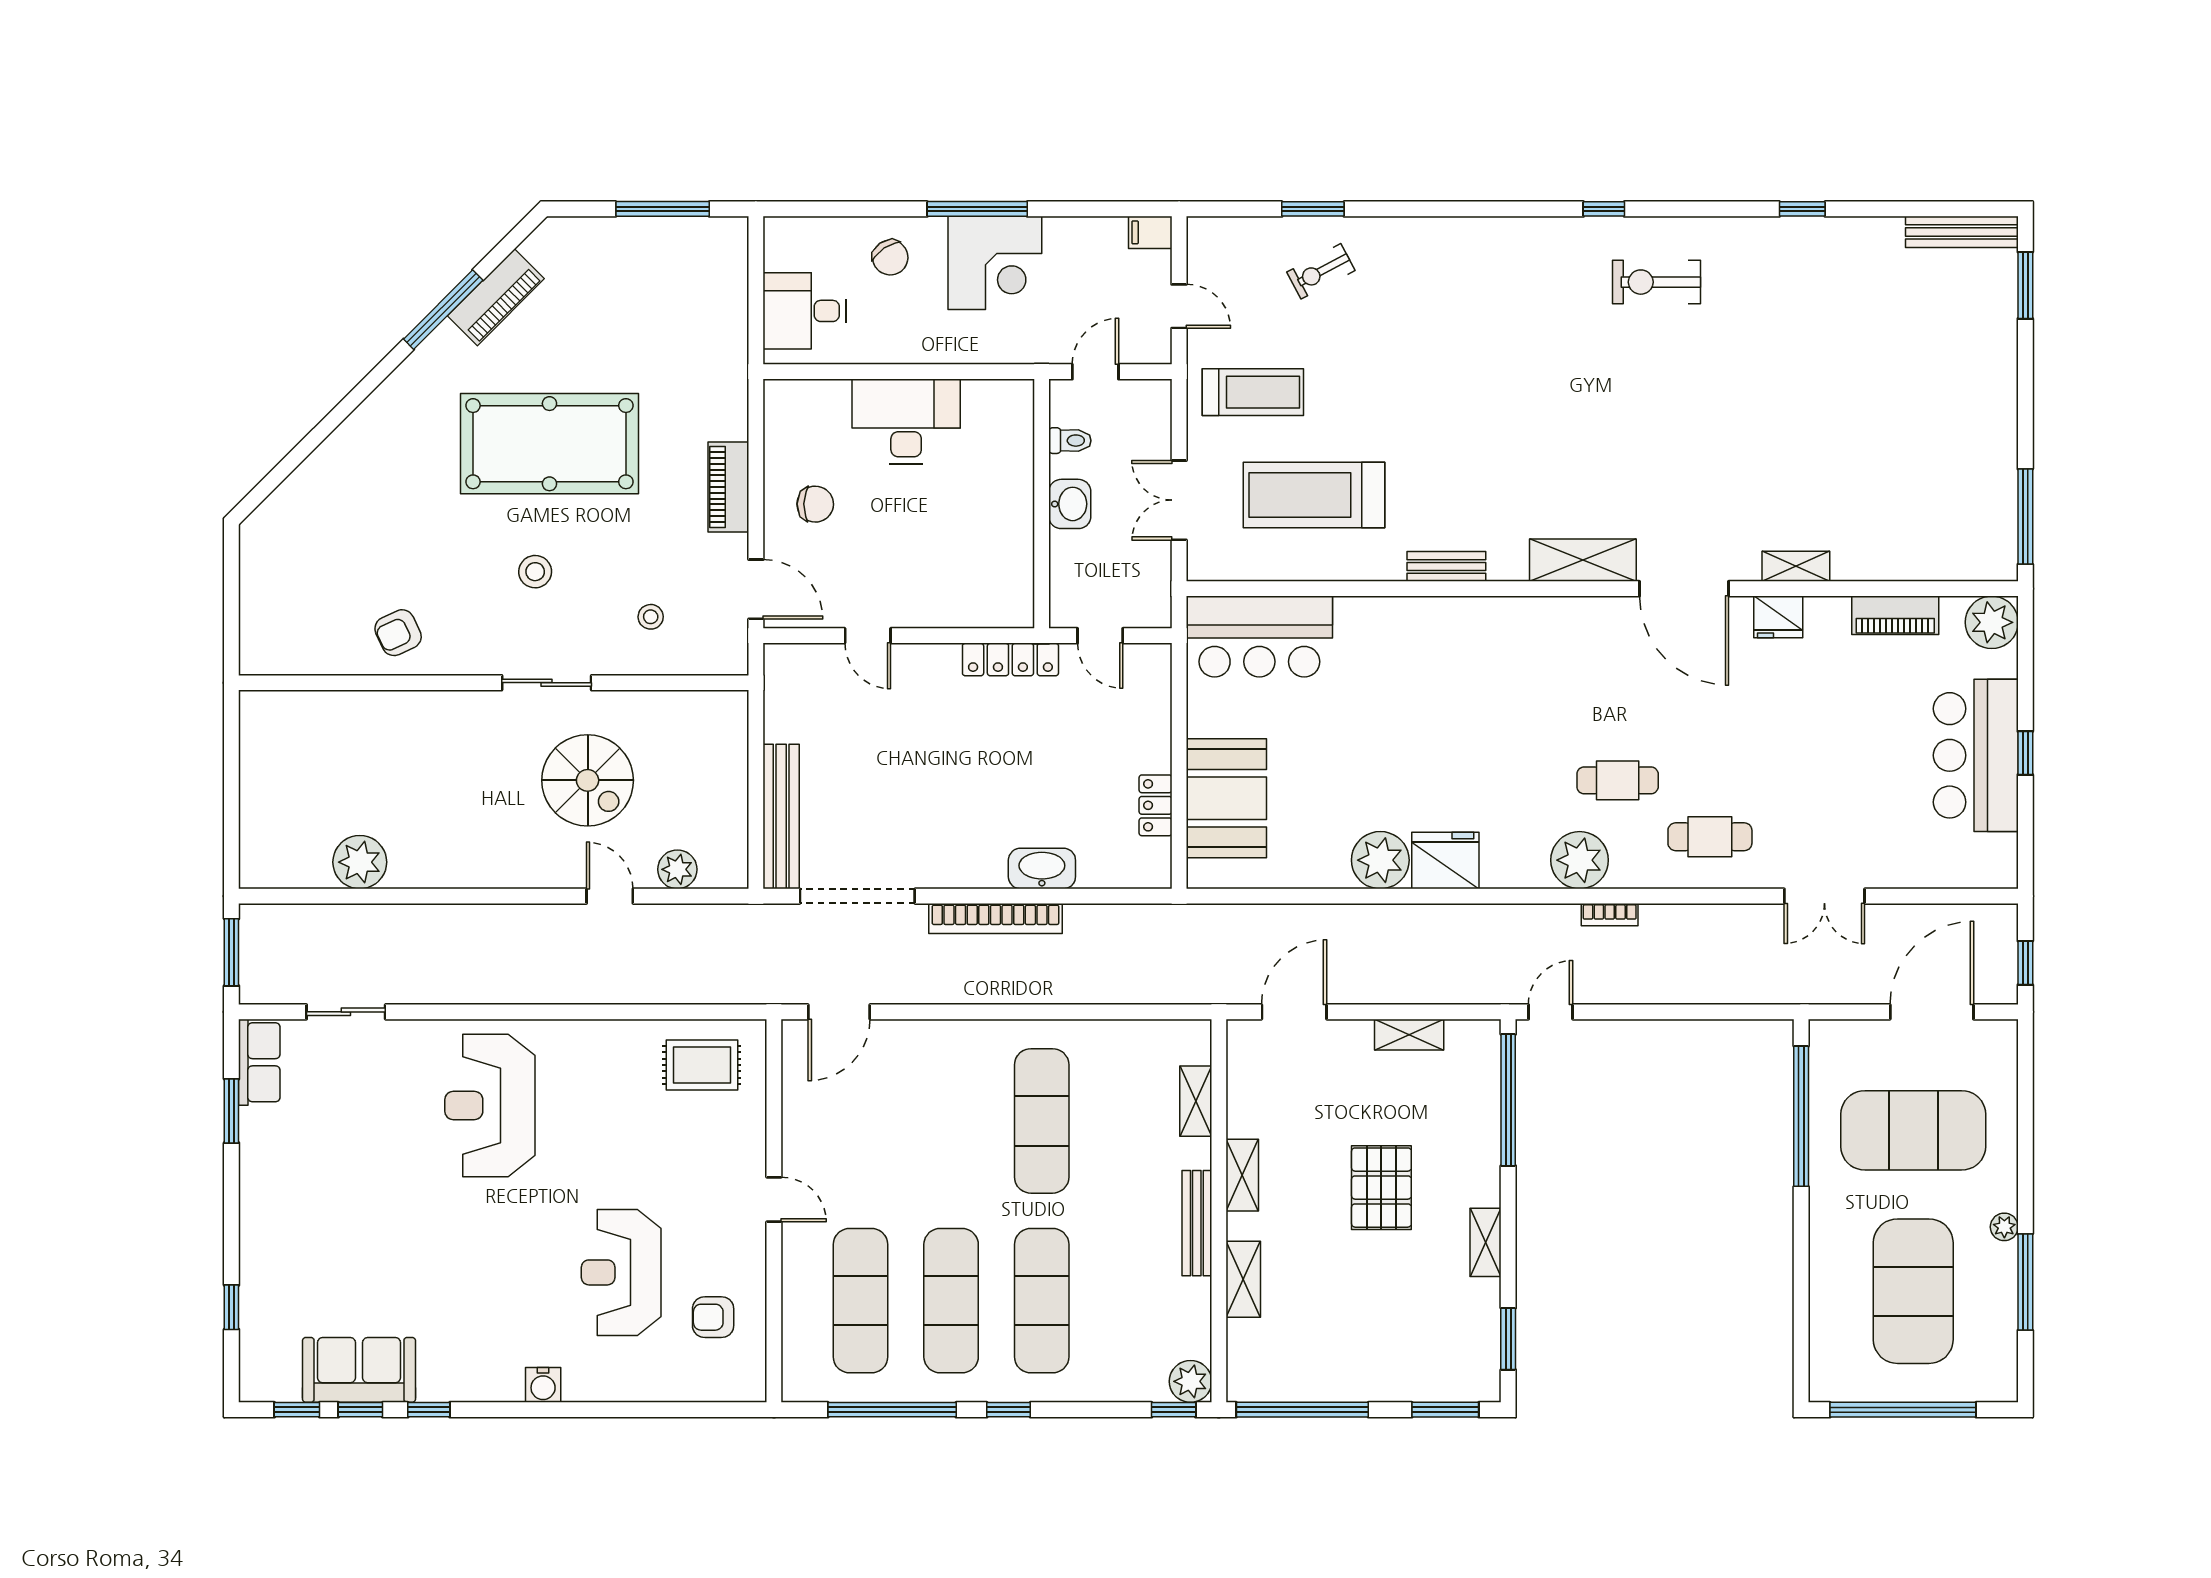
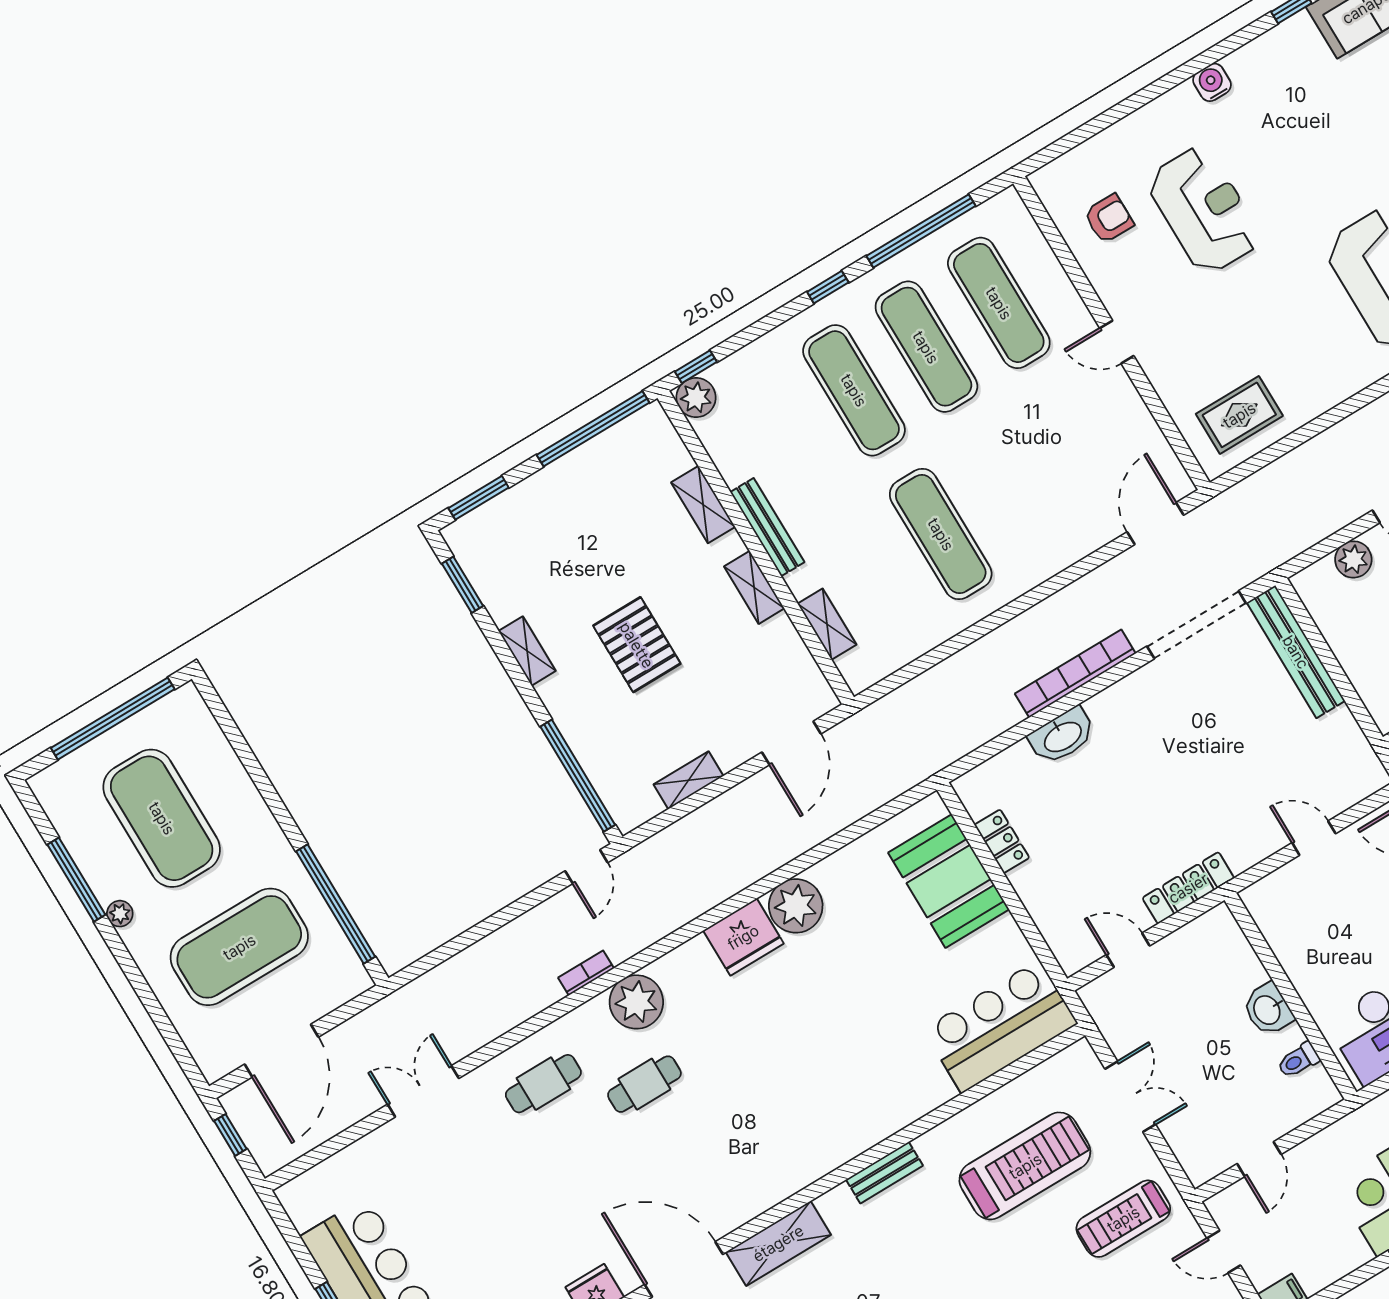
toilet: (1070, 441) -> (1298, 1060), moved
wall: (1042, 504) -> (1291, 996), moved
washbasin: (1070, 504) -> (1268, 1009), moved

